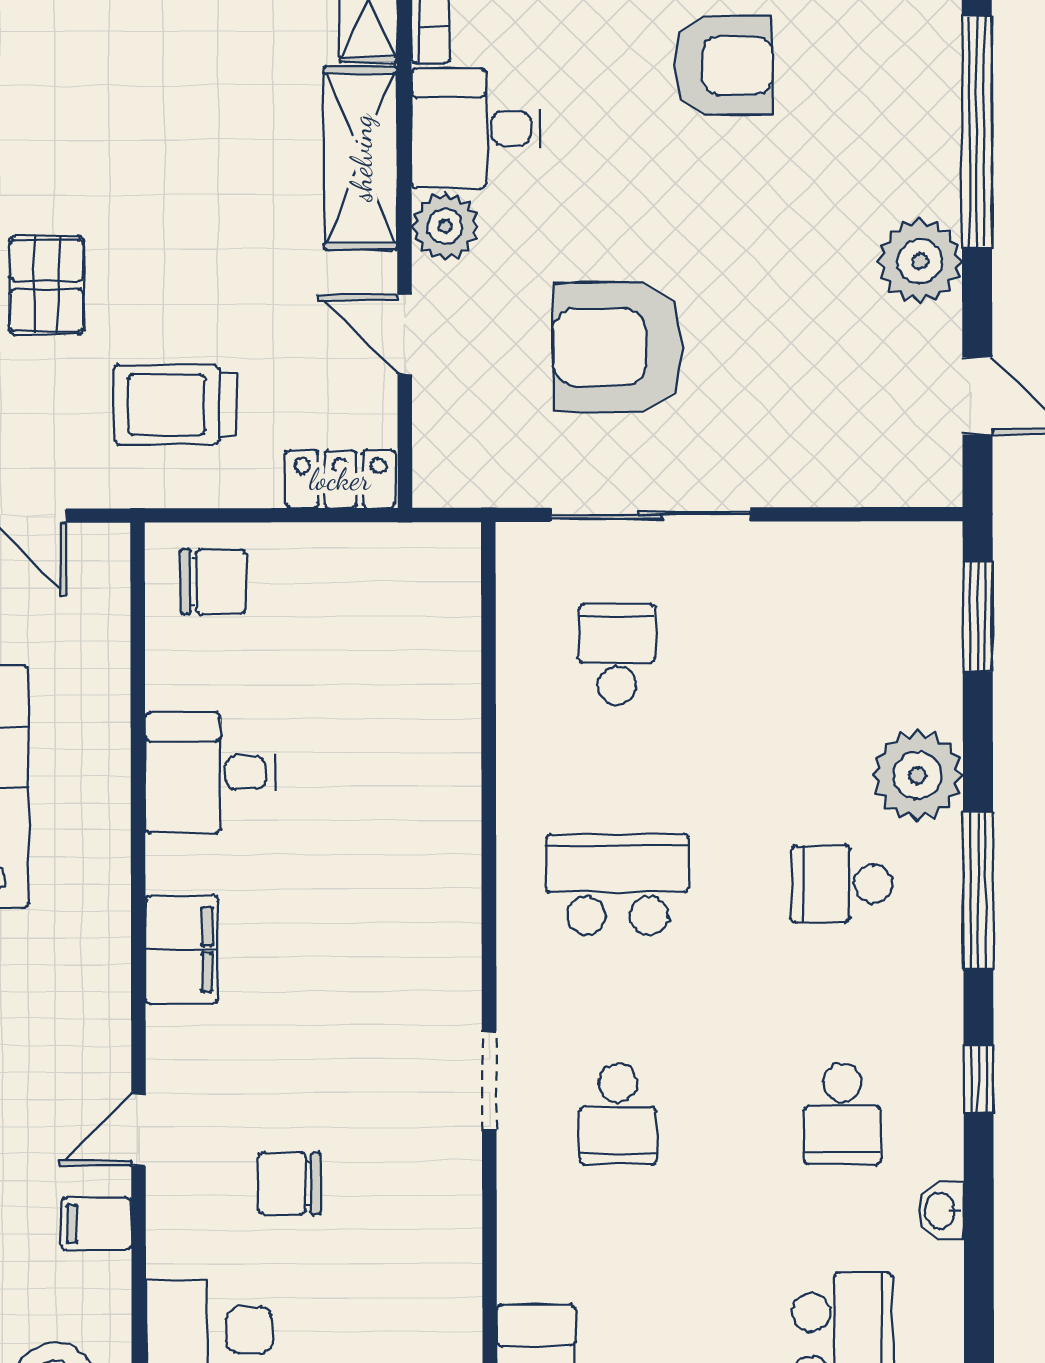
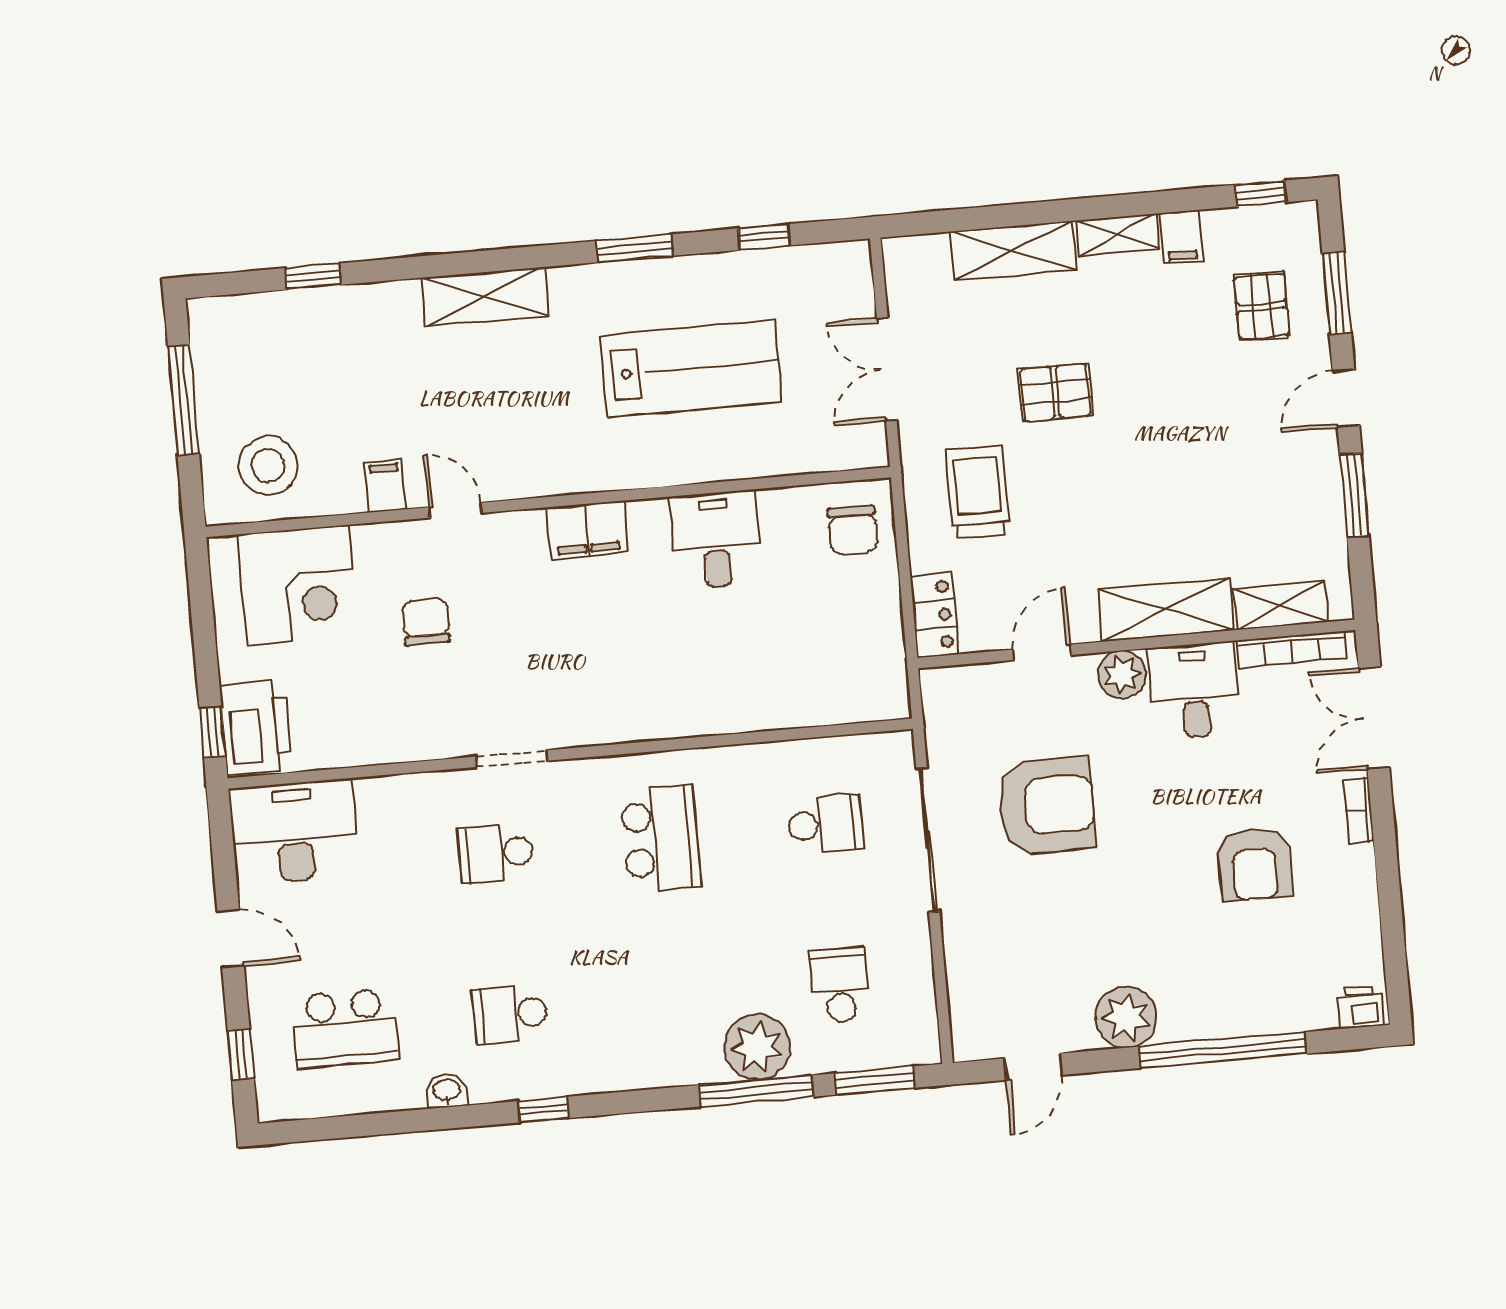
armchair: (618, 347) -> (1046, 806), turned 90
school desk: (842, 884) -> (840, 985), moved
window: (978, 891) -> (756, 1091), moved

